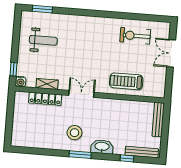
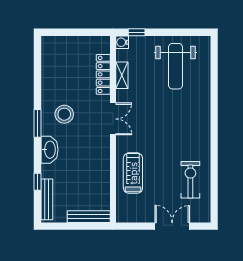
window: (42, 9) -> (214, 62), removed
weight bench: (43, 40) -> (176, 66), width x1.36, depth x1.33

